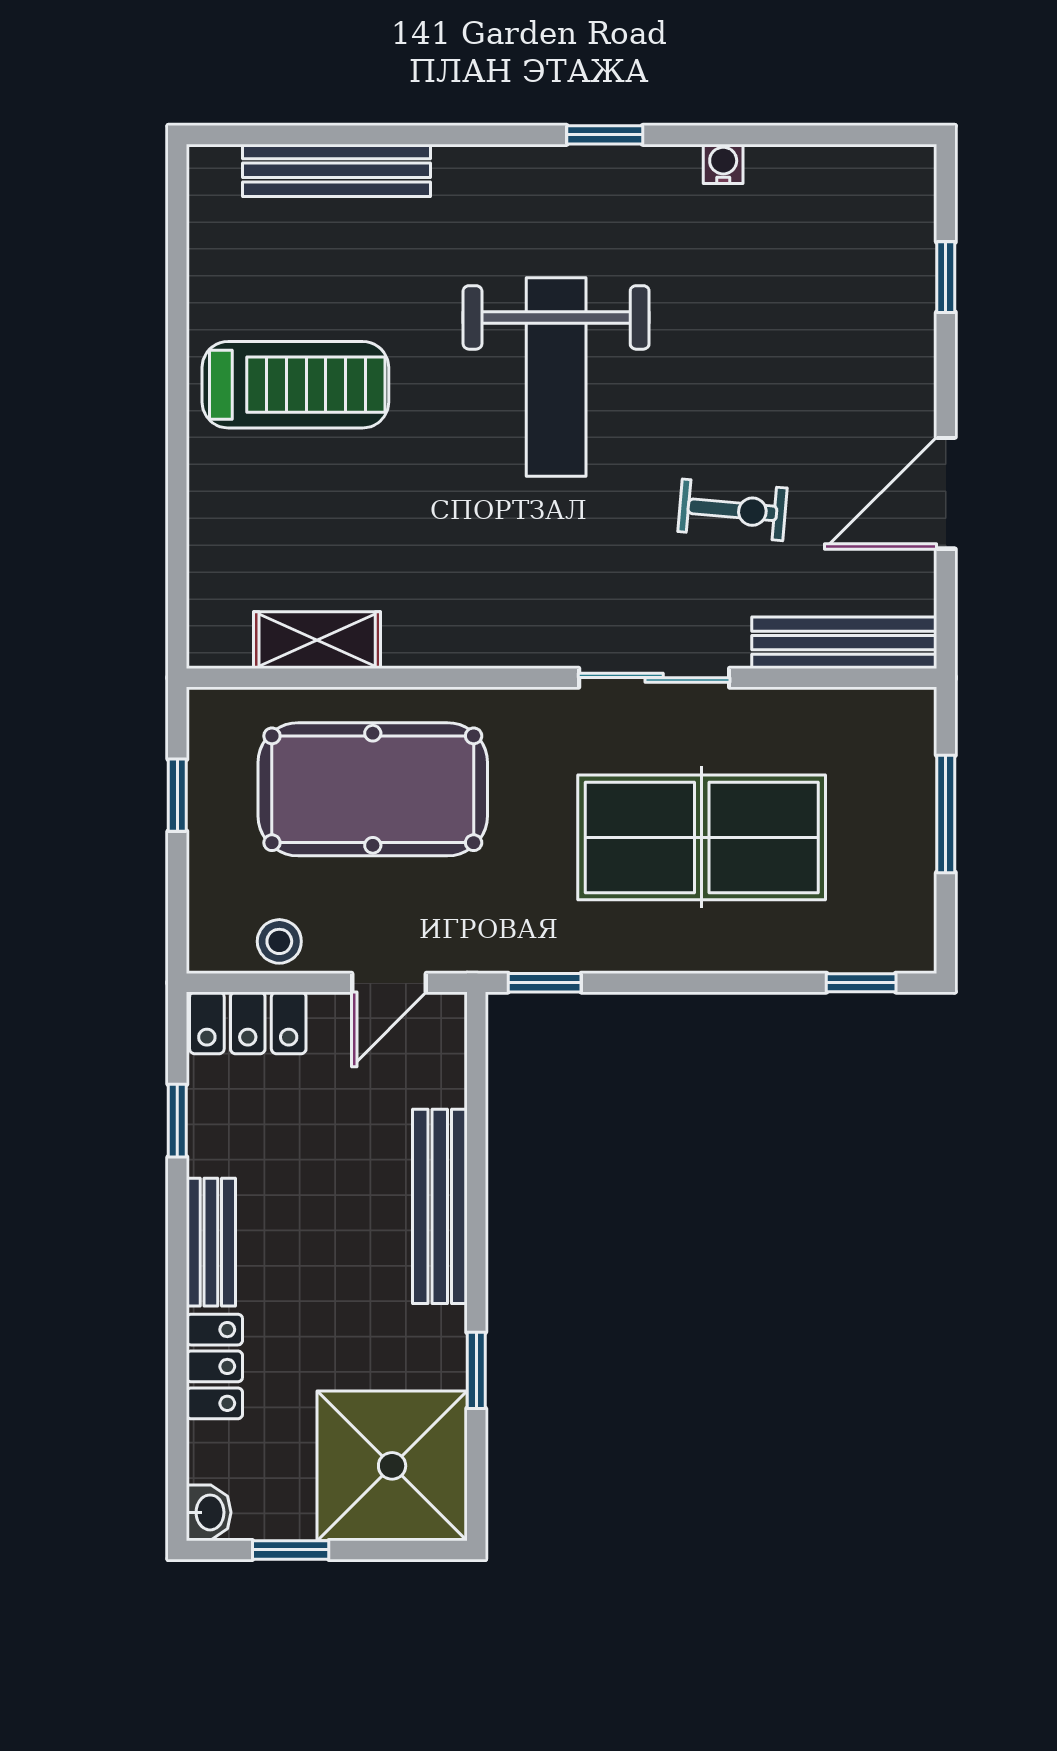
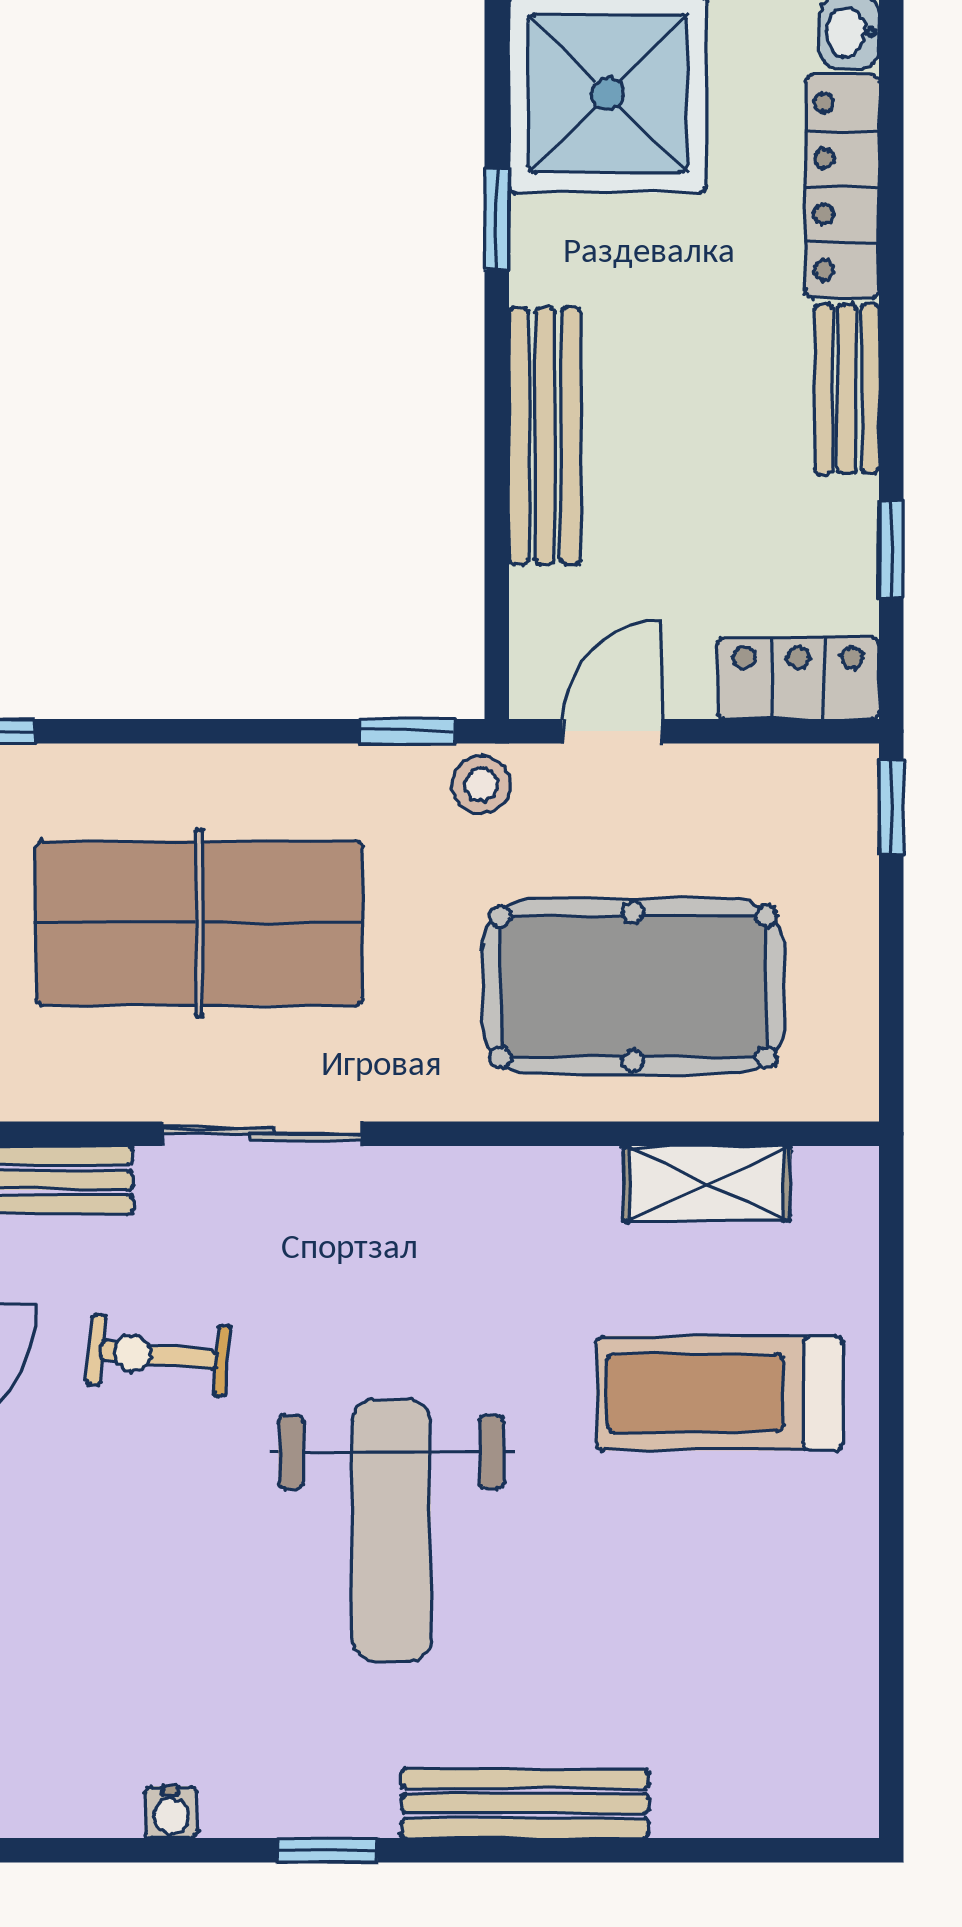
bench: (337, 170) -> (525, 1804), moved
weight bench: (556, 377) -> (391, 1531), turned 180
treadmill: (295, 385) -> (719, 1393), moved
window: (177, 795) -> (891, 807), moved
stool: (279, 941) -> (481, 785), moved
locker: (214, 1366) -> (842, 186), width x1.53

